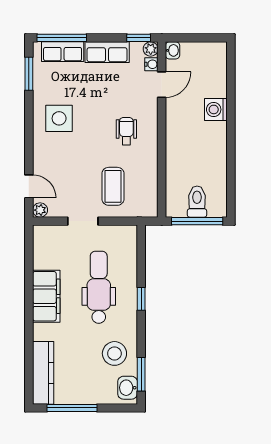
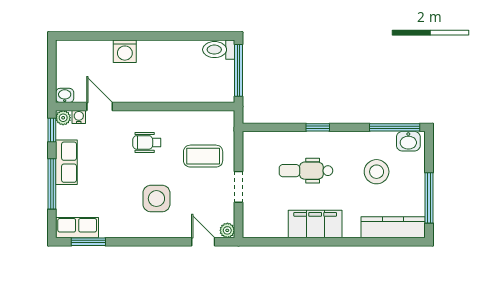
window: (62, 38) -> (52, 184), moved
row of seats: (63, 52) -> (77, 228), moved, turned -90
side table: (59, 118) -> (156, 199), moved
door: (29, 186) -> (203, 242), hinge flipped
toilet: (197, 202) -> (219, 50), moved
dental chair: (99, 287) -> (306, 171), width x0.73, depth x0.72
stool: (114, 353) -> (377, 172), moved
window: (141, 374) -> (395, 127), width x1.44

